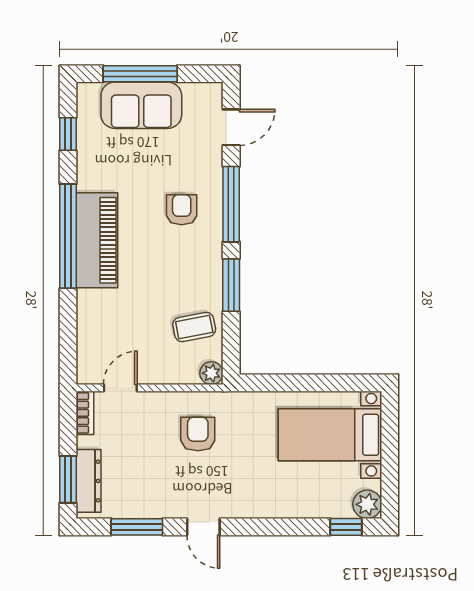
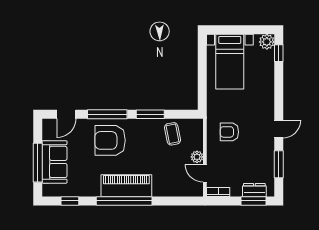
door: (231, 127) -> (66, 114), swing flipped
armchair: (182, 210) -> (110, 140), width x1.88, depth x1.88
plant: (211, 373) -> (197, 157), moved
dresser: (89, 481) -> (254, 190), width x0.70

